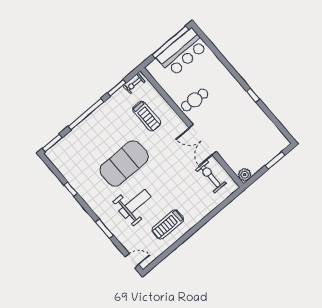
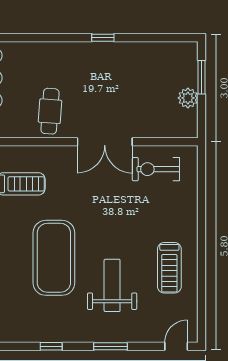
plant: (245, 175) -> (188, 98), moved
window: (71, 189) -> (51, 346), moved

